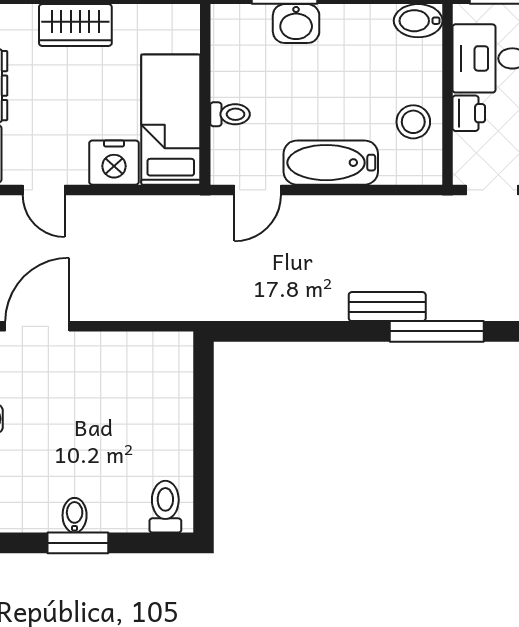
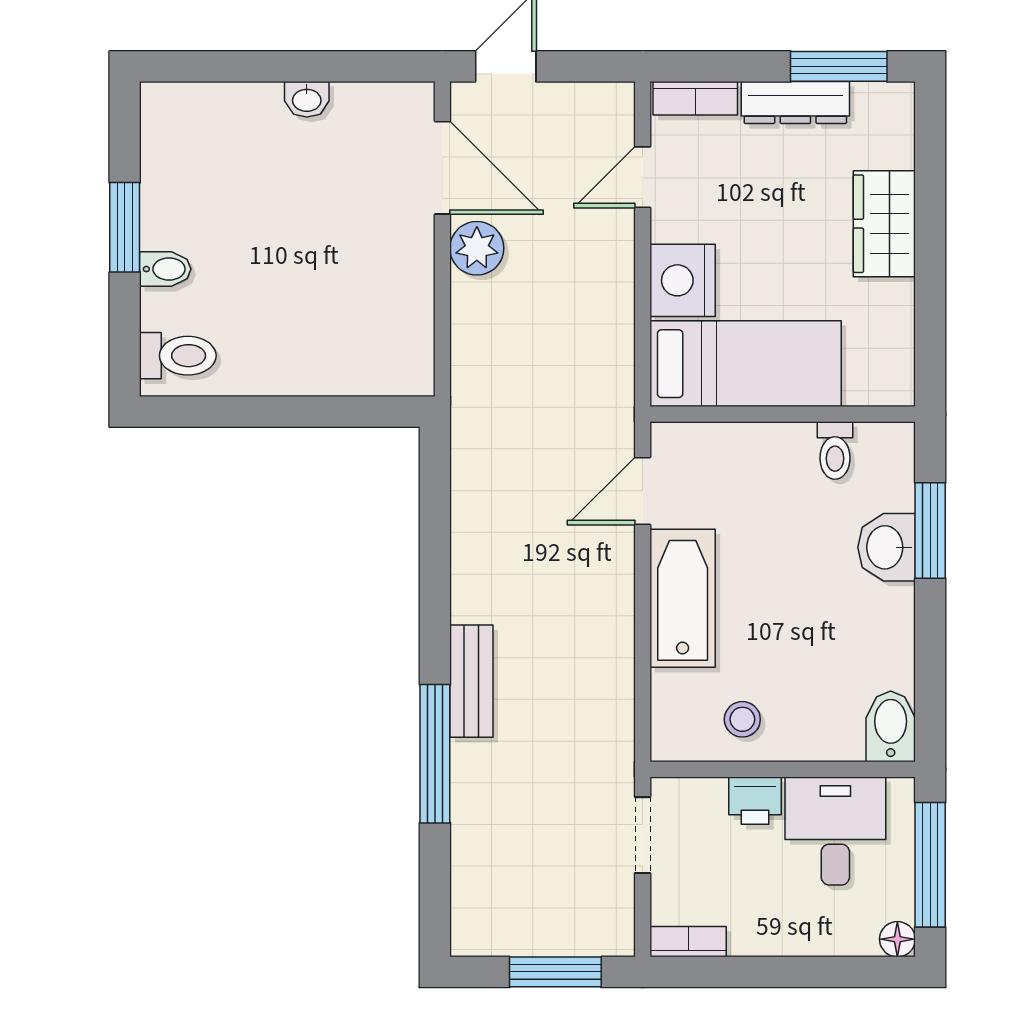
toilet: (230, 114) -> (835, 451), moved
stool: (413, 122) -> (742, 719), width x0.73, depth x0.73
door: (258, 190) -> (643, 491), hinge flipped
plant: (92, 303) -> (477, 248), added
bidet: (75, 515) -> (165, 269), moved

